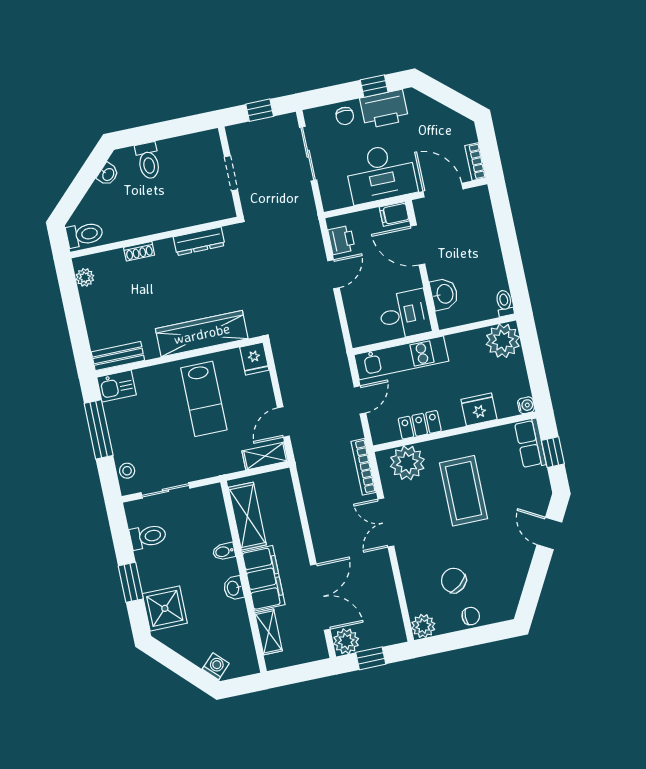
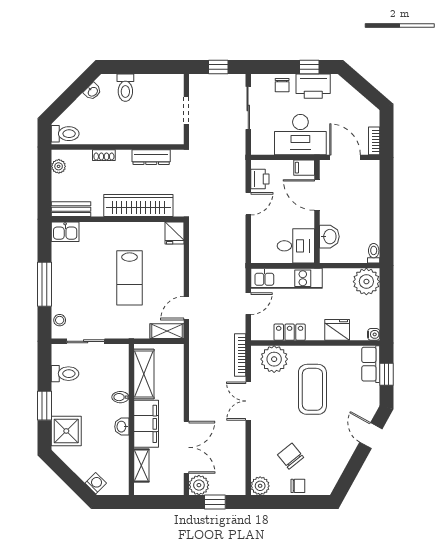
wardrobe: (202, 334) -> (138, 205), moved
bench: (118, 356) -> (71, 209), moved
wall: (179, 356) -> (118, 219), moved
fridge: (254, 359) -> (174, 233), moved
kitchen sink: (116, 386) -> (65, 232), moved

